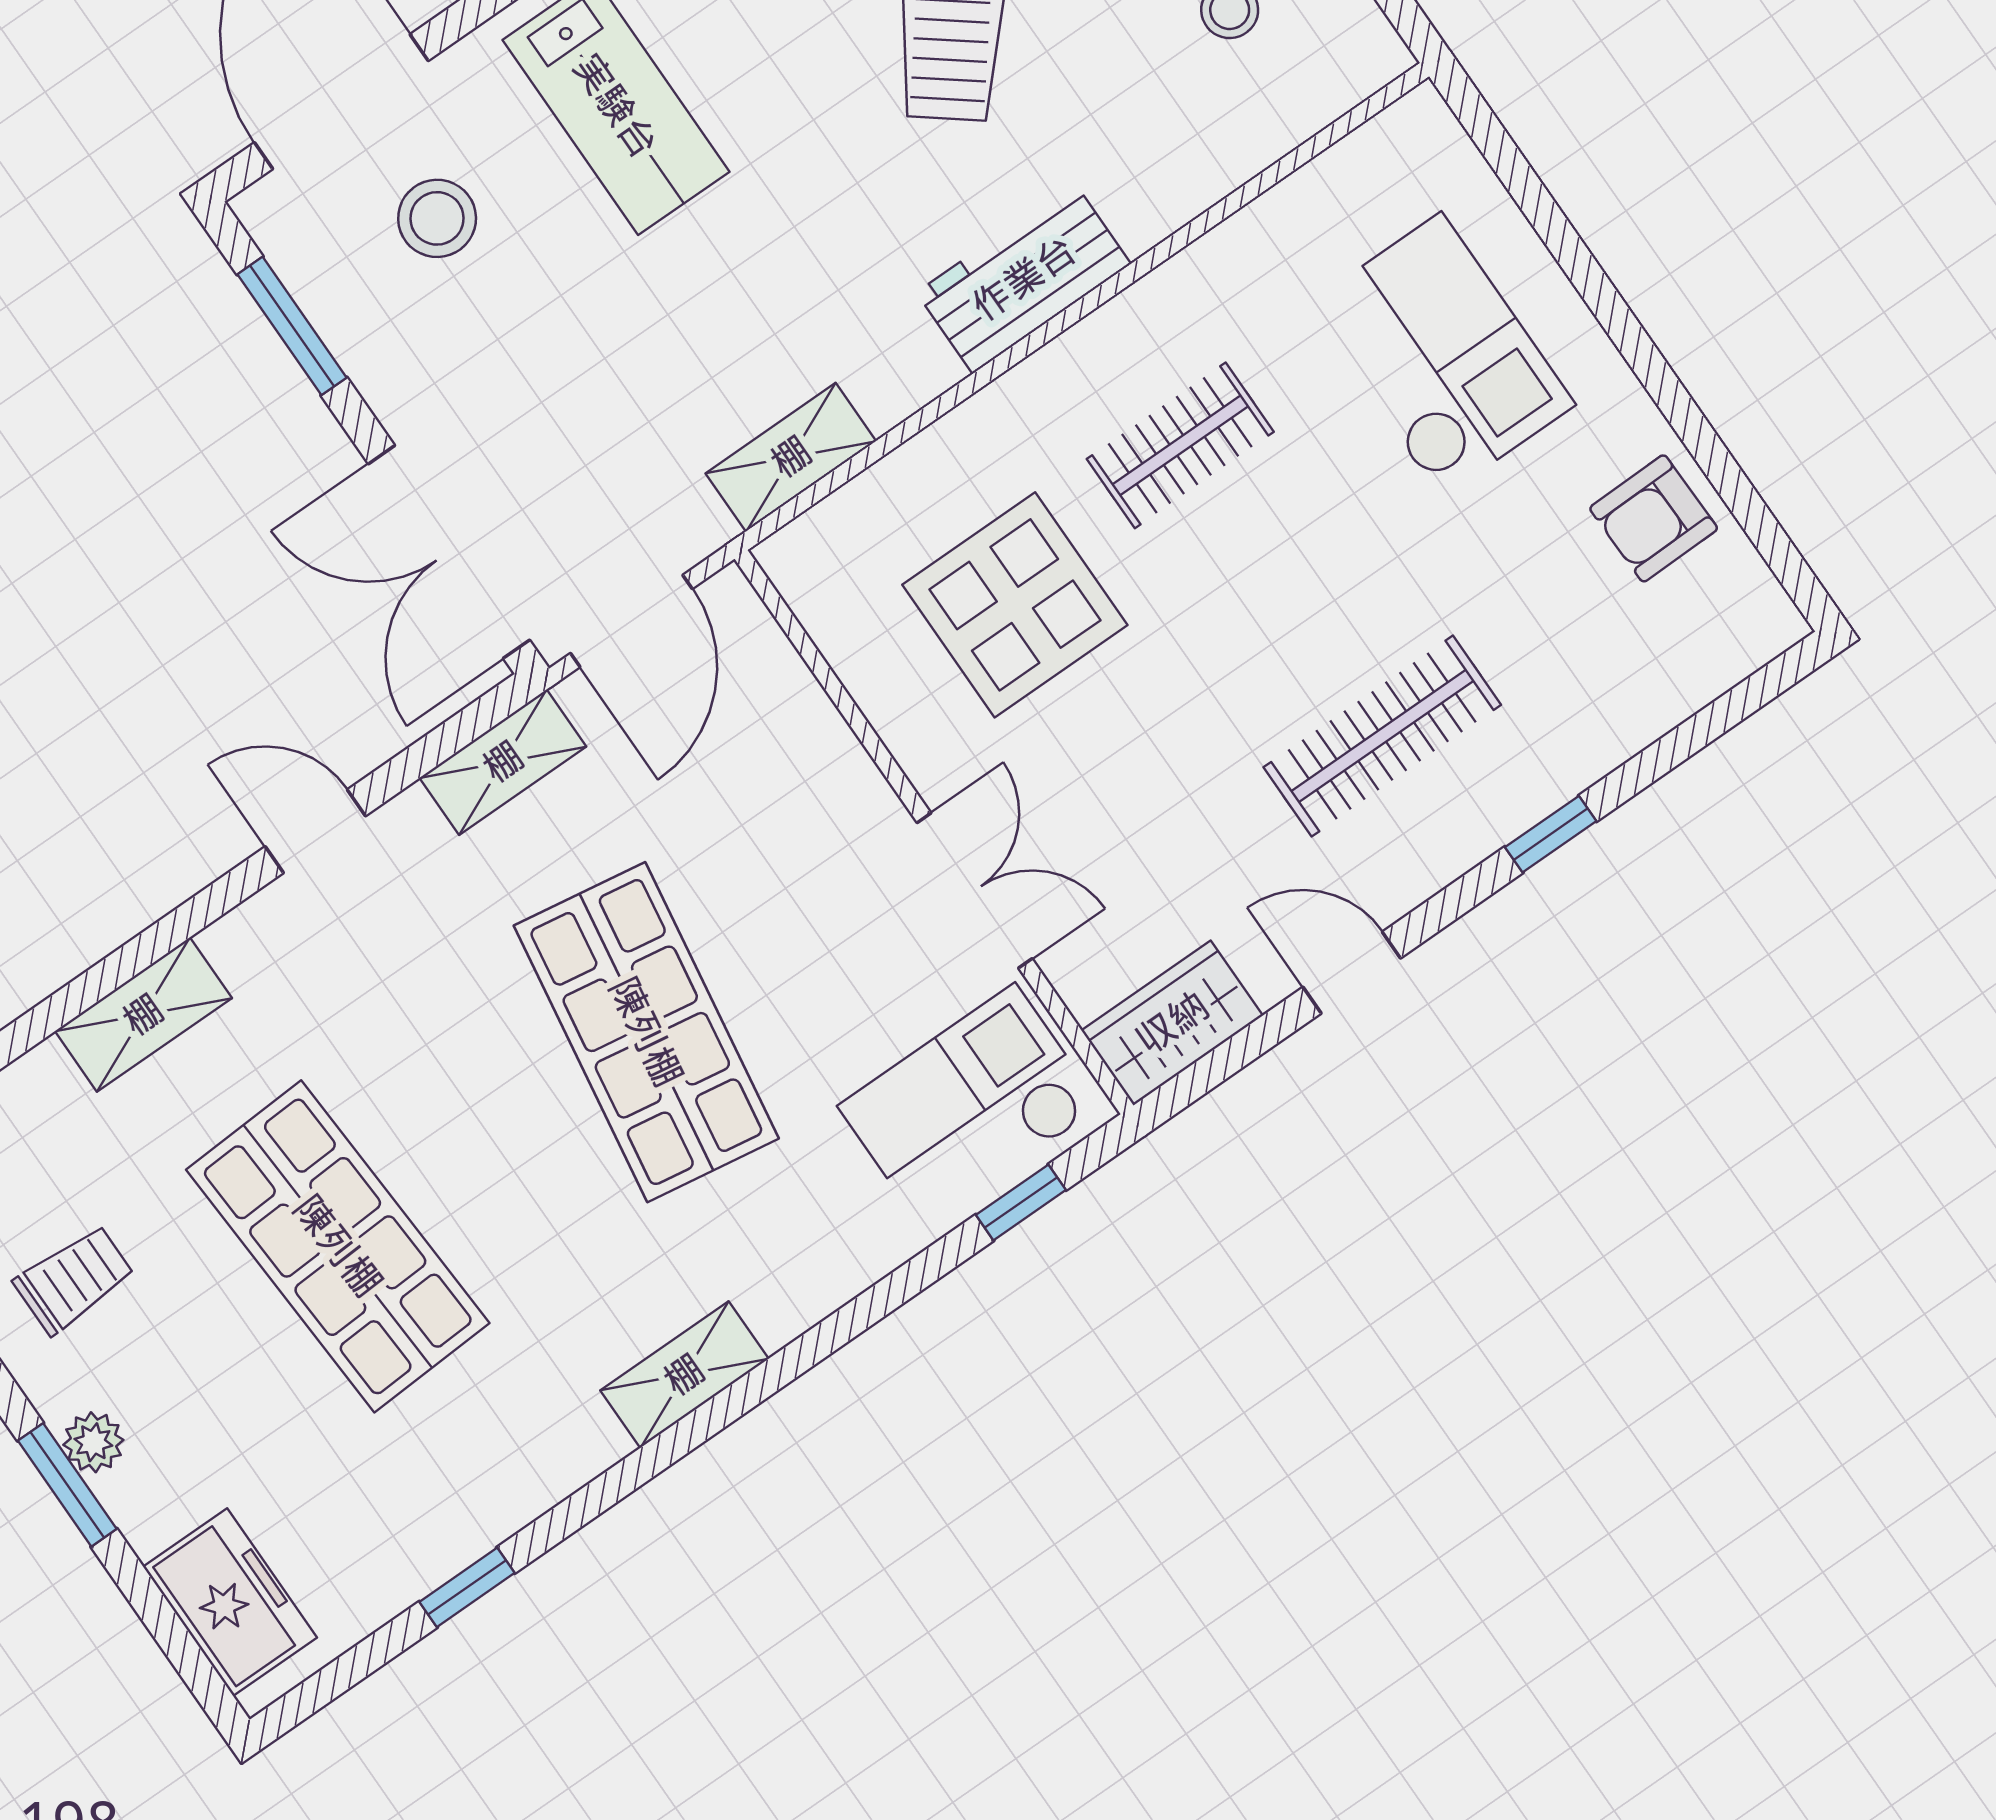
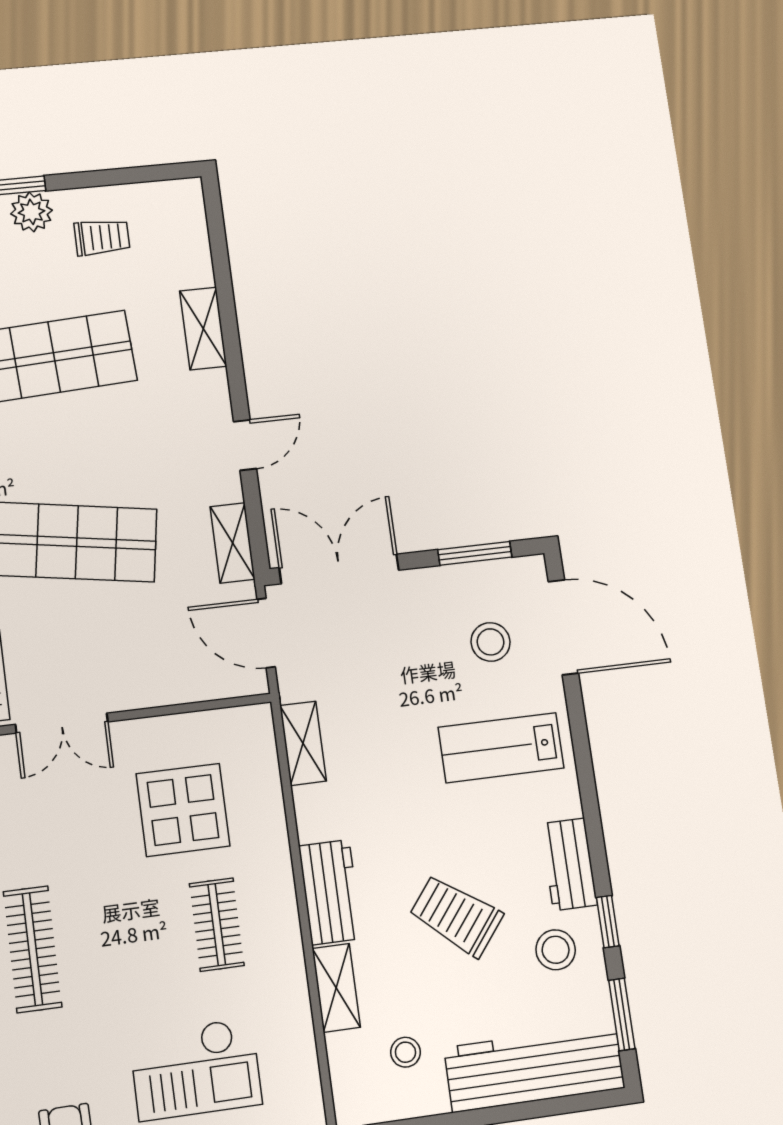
shelving: (1182, 185) -> (336, 988), added
trolley: (74, 1279) -> (102, 237), turned -90
plant: (93, 1442) -> (31, 212), width x1.38, depth x1.38

